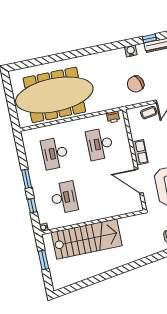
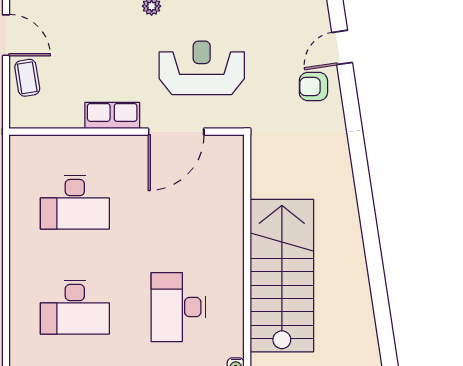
printer: (113, 117) -> (21, 160), removed
desk: (64, 197) -> (178, 307), turned -90

